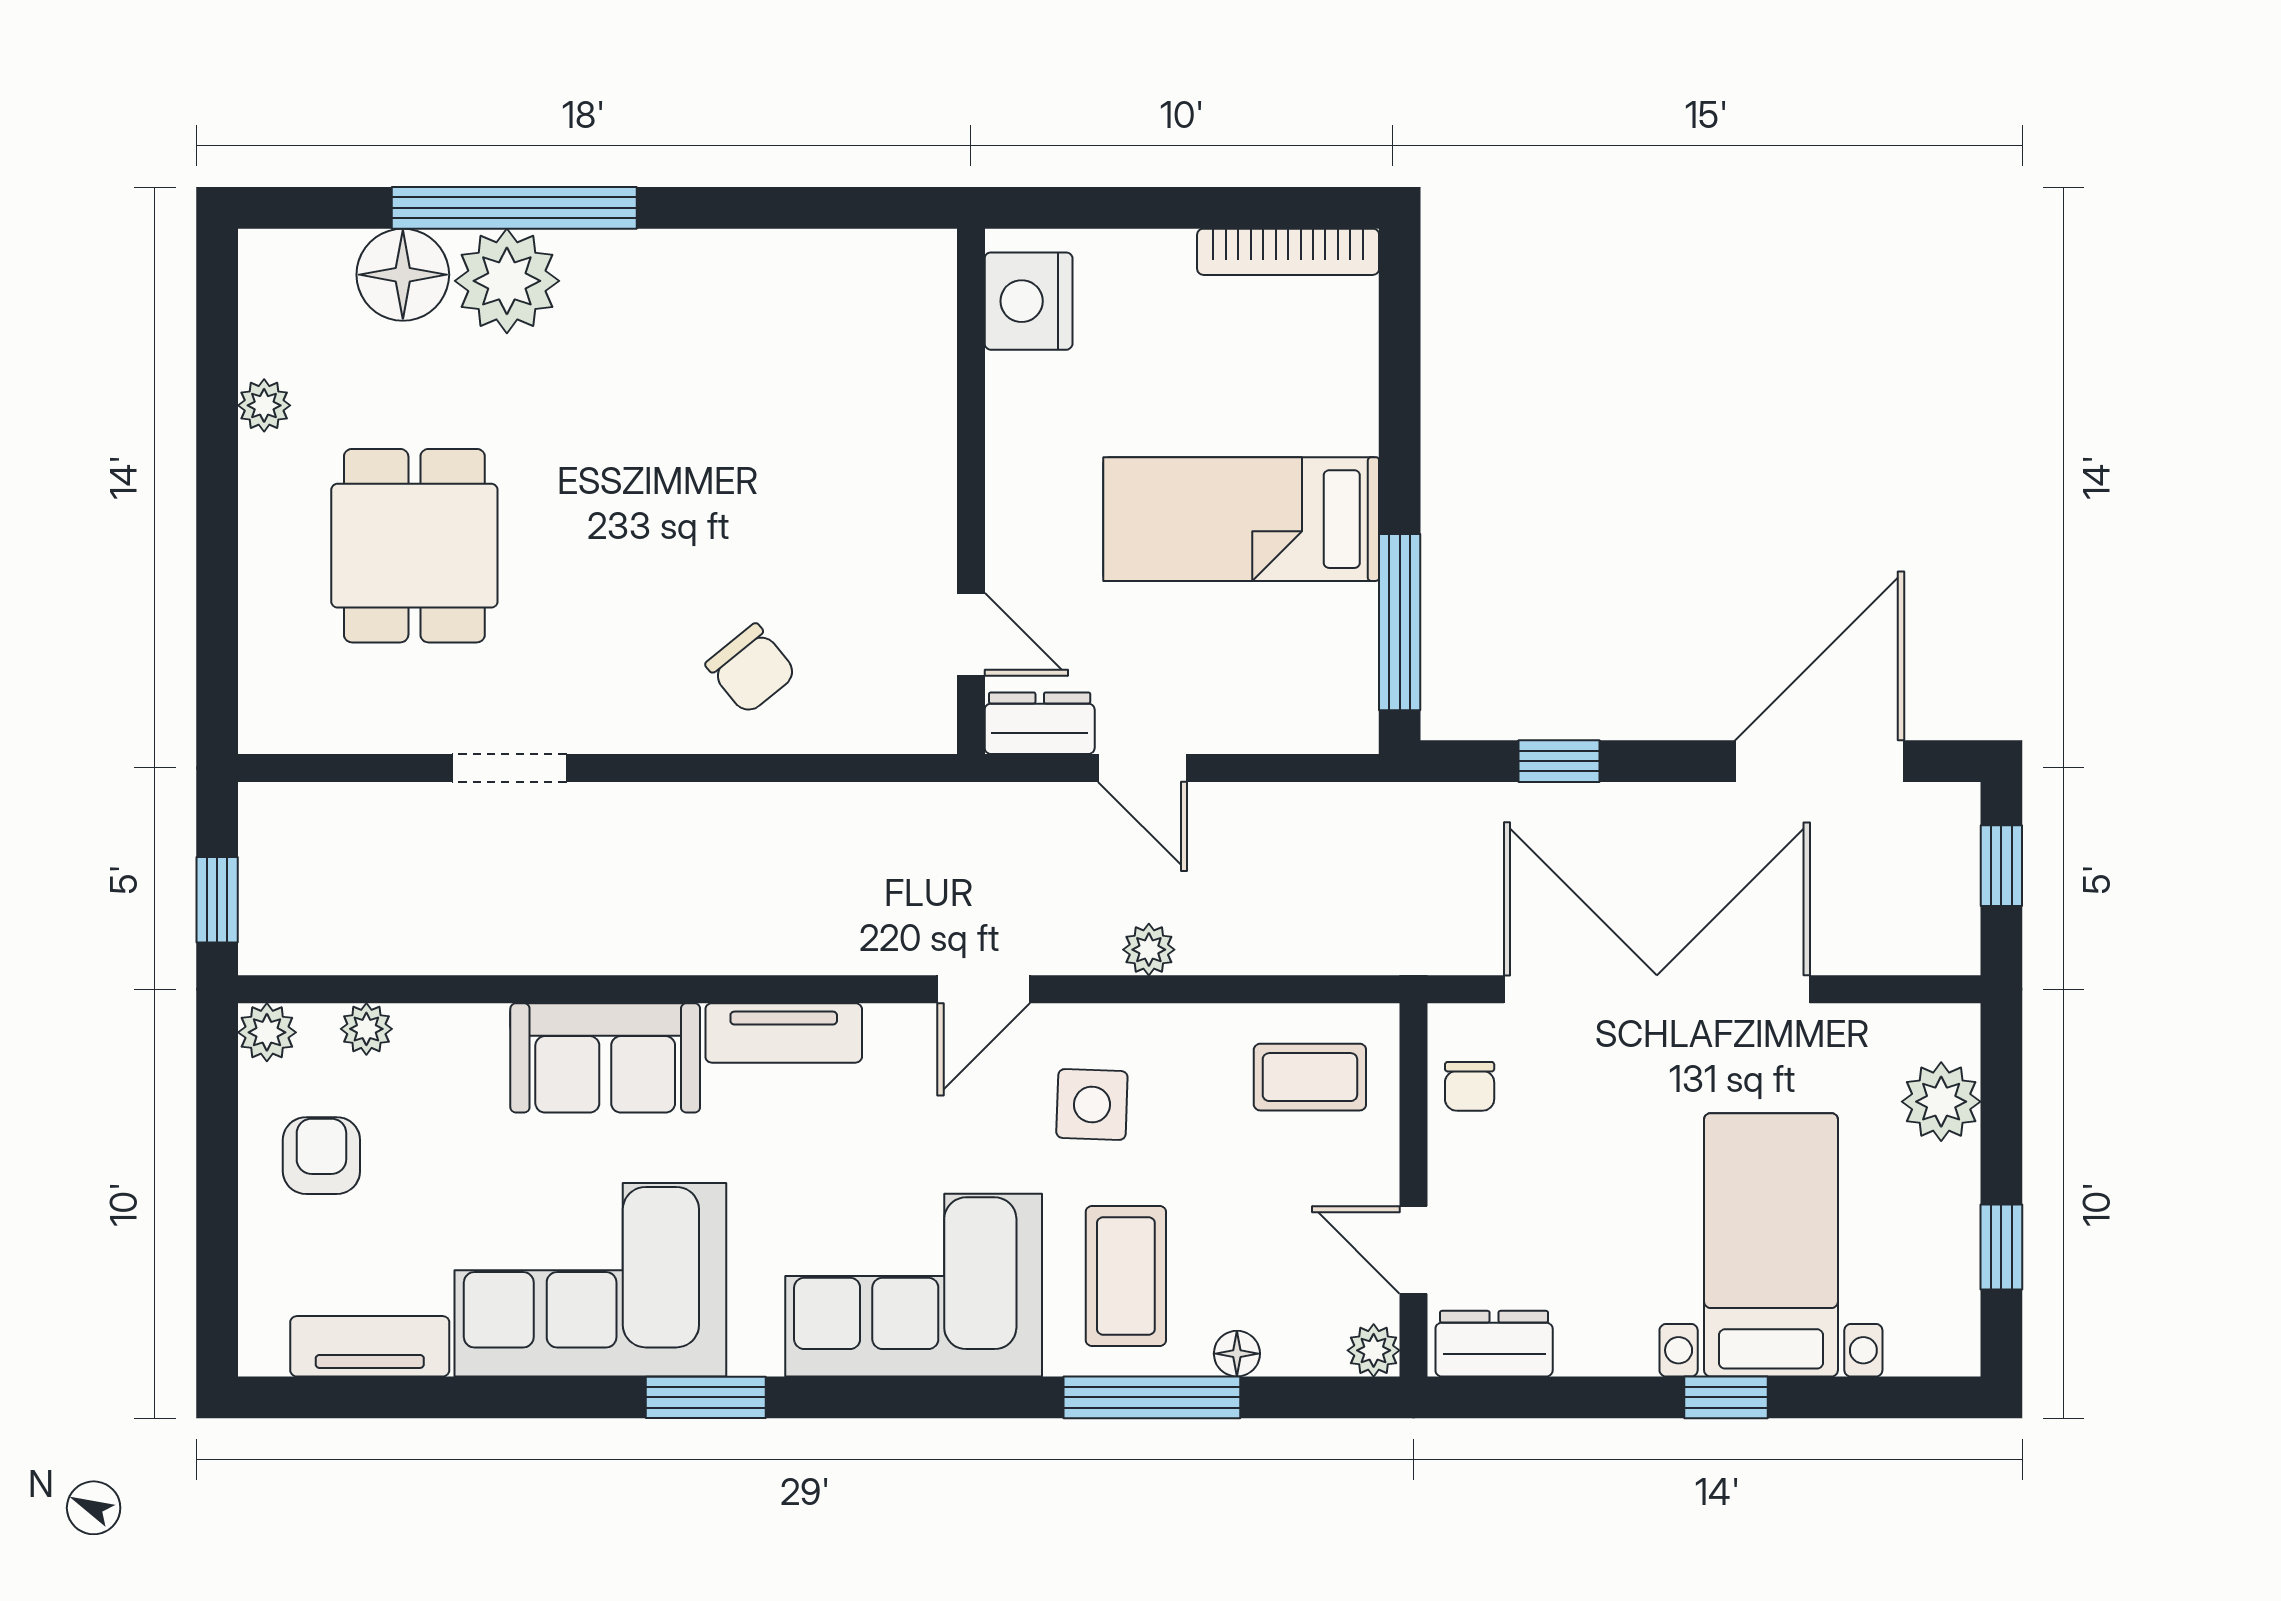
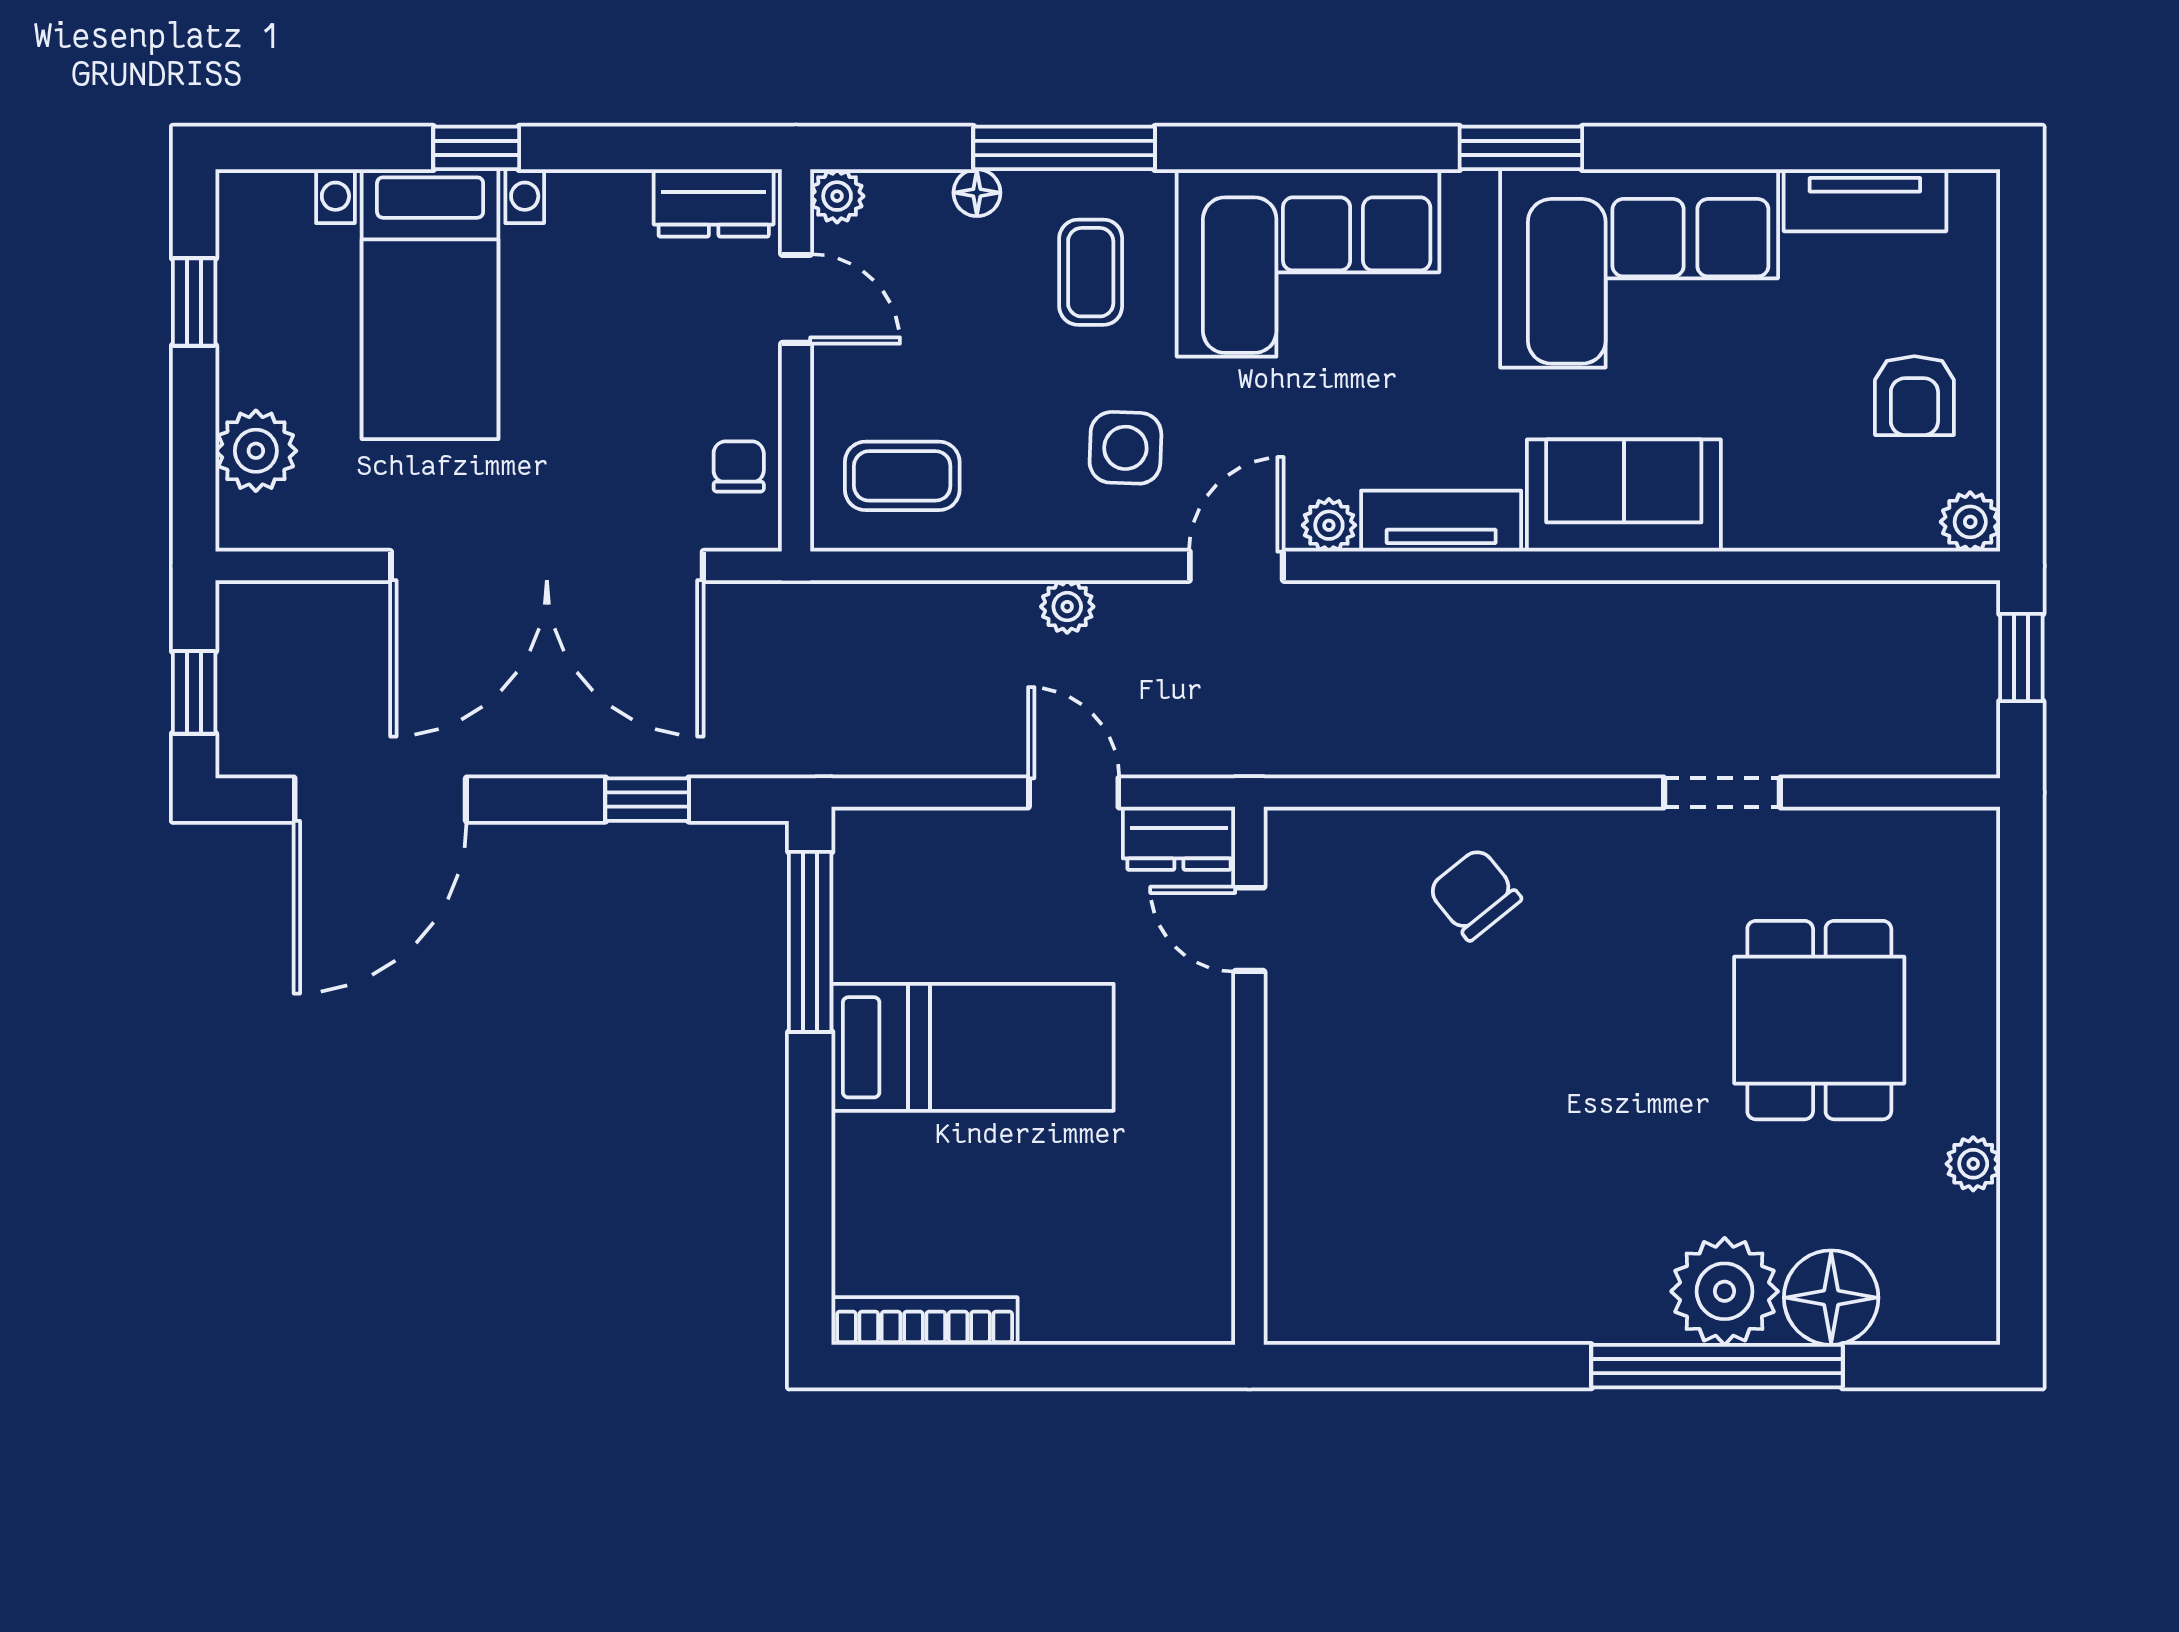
nightstand: (1029, 301) -> (1190, 1271), removed
plant: (366, 1029) -> (1329, 525), moved
coffee table: (1126, 1276) -> (1091, 272), width x0.73, depth x0.77

